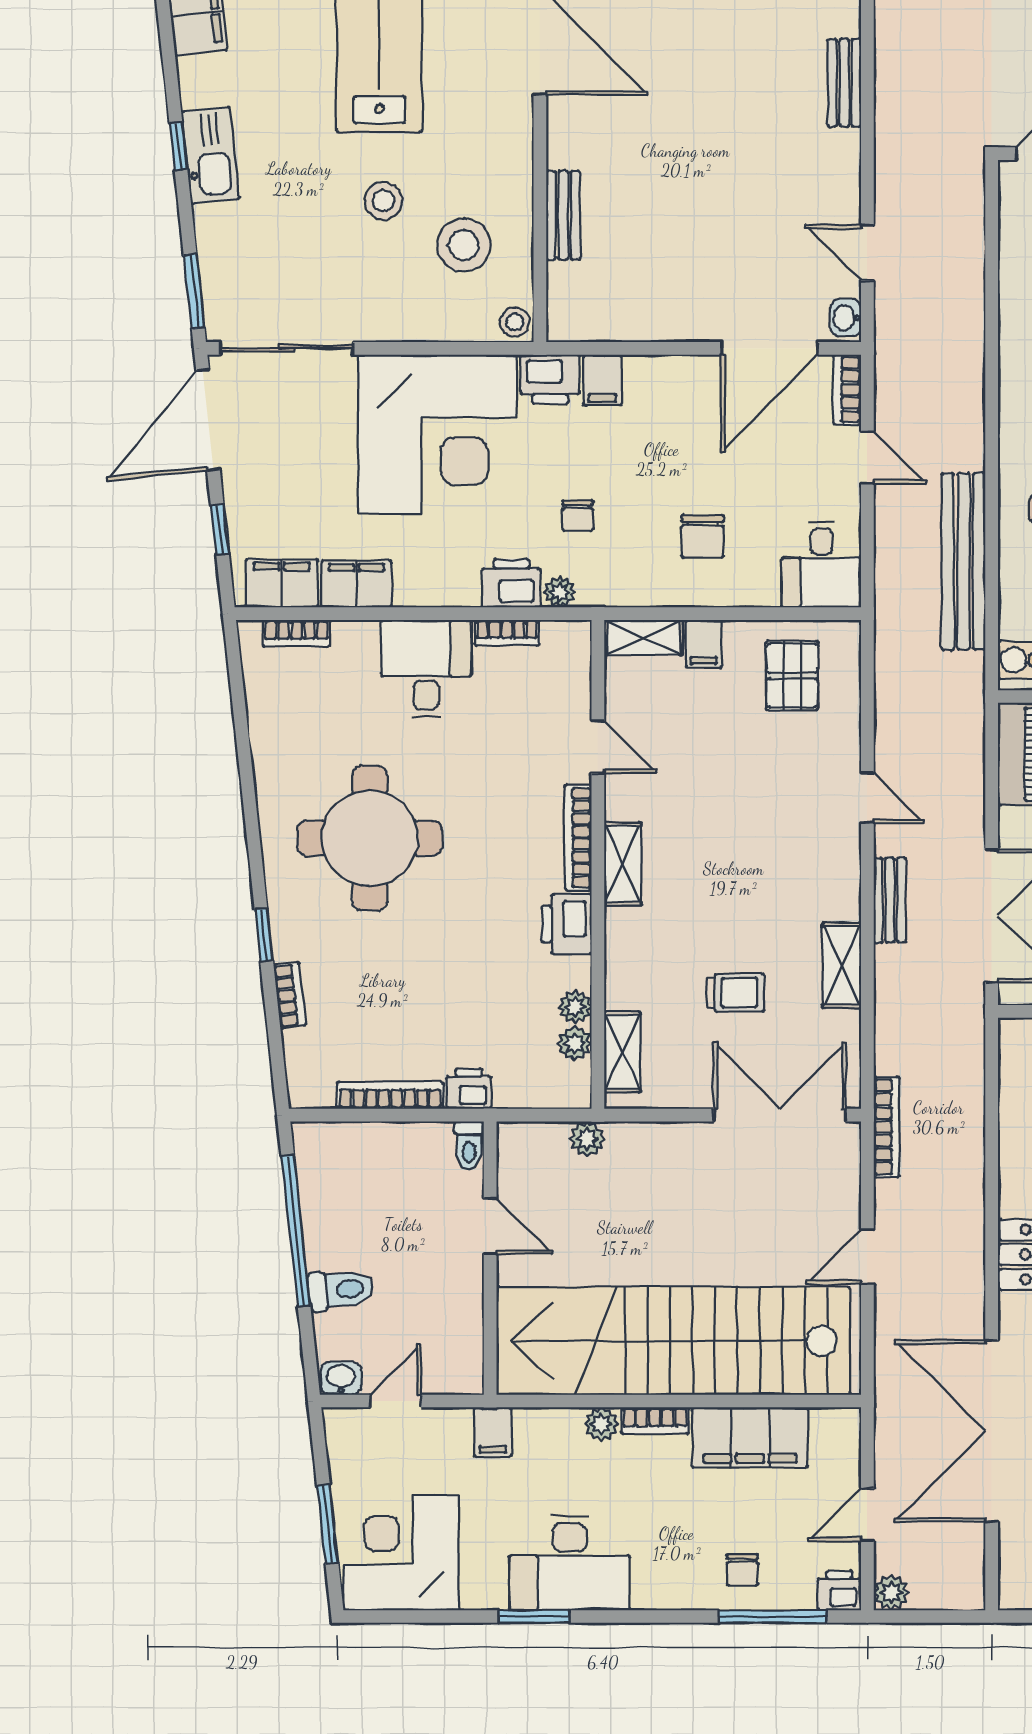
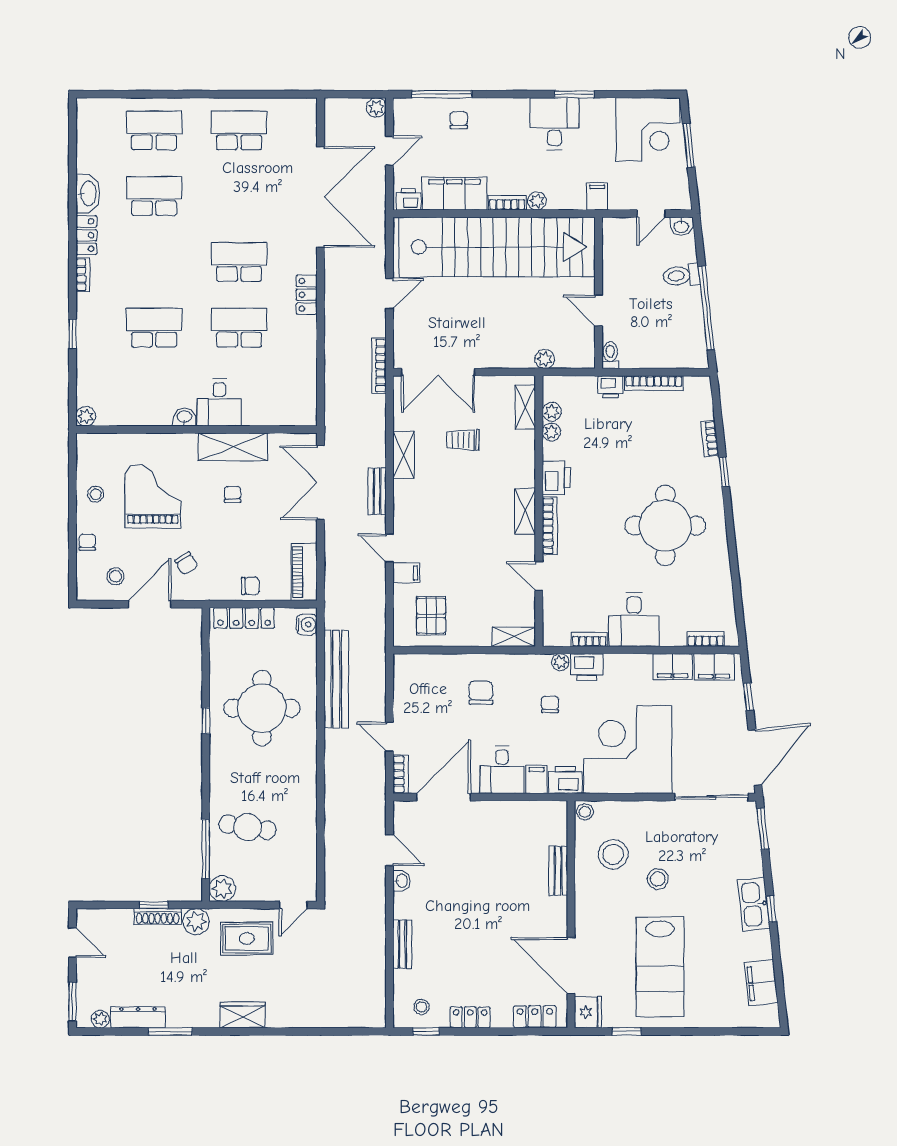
washbasin: (846, 318) -> (401, 881), moved
desk: (821, 565) -> (502, 770), moved, turned 180
filing cabinet: (704, 644) -> (406, 573), moved, turned 90
desk: (570, 1563) -> (555, 124), width x0.73
printer: (839, 1591) -> (408, 199), moved, turned 180

